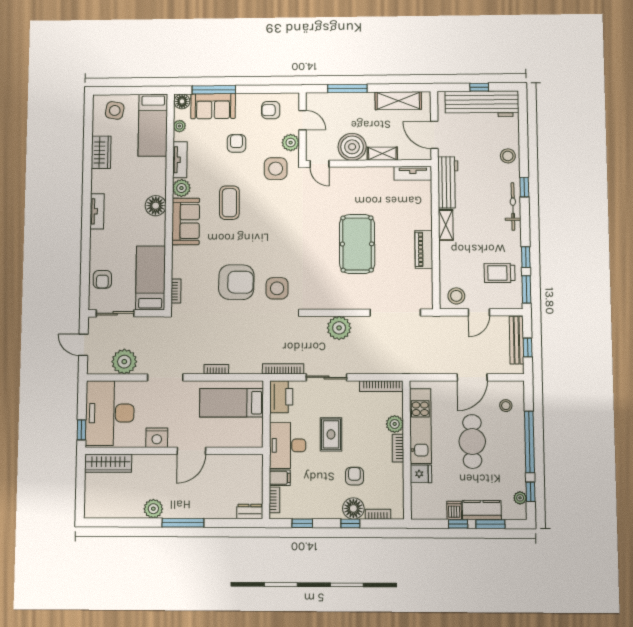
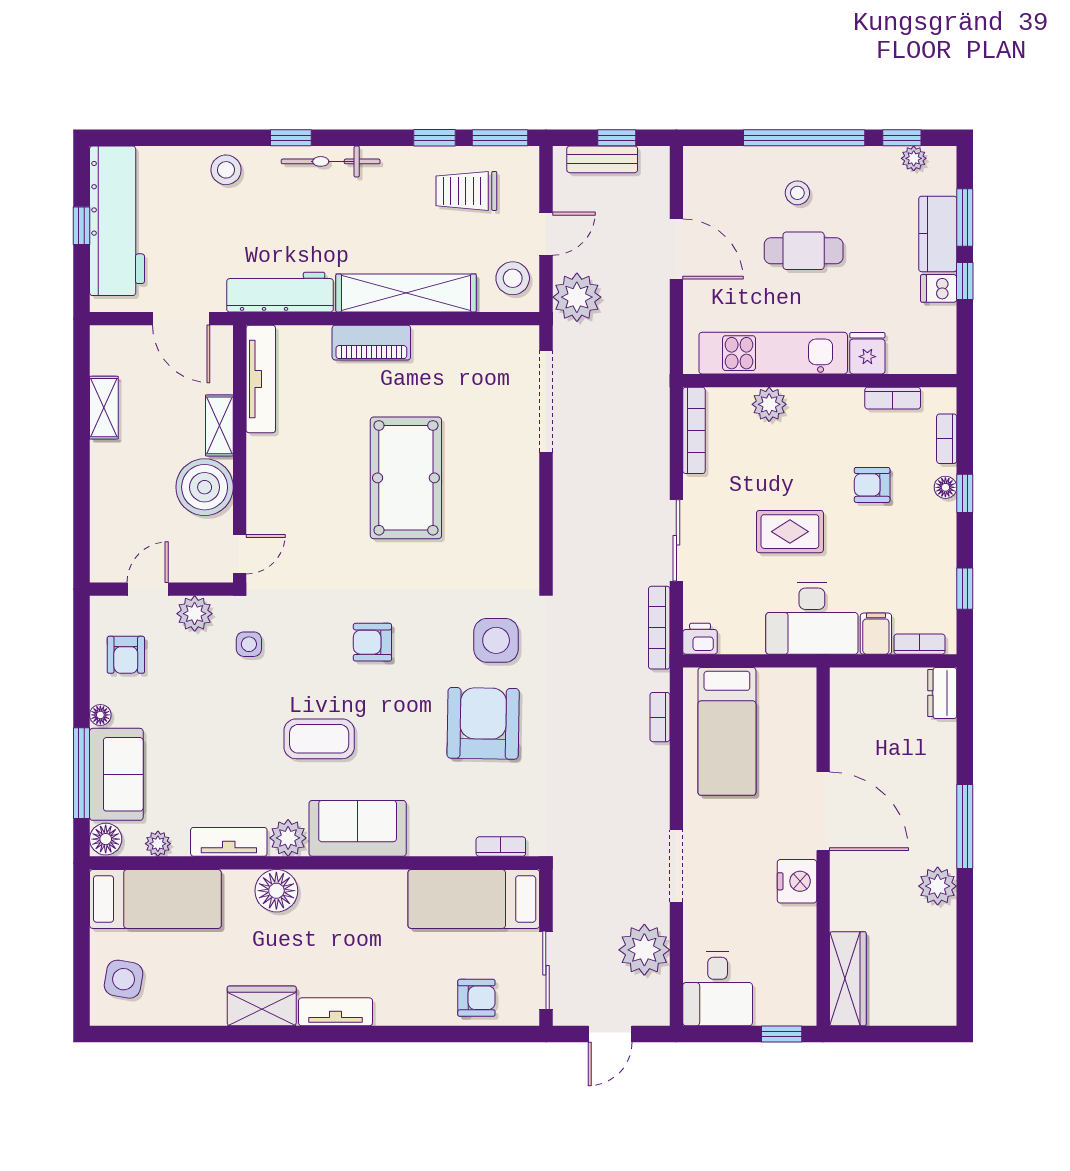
window: (347, 88) -> (82, 496), removed
floor lamp: (242, 98) -> (100, 715), added
shelving: (398, 101) -> (104, 408), width x0.67, depth x0.75
door: (434, 135) -> (181, 319), hinge flipped
armchair: (236, 143) -> (372, 642), moved
wardrobe: (101, 152) -> (262, 1006), moved
side table: (276, 169) -> (249, 644), width x0.54, depth x0.54
tv unit: (413, 173) -> (261, 379), width x1.41
floor lamp: (156, 206) -> (276, 891), moved
shelving: (446, 225) -> (406, 293), width x2.20, depth x1.33
pool table: (357, 244) -> (406, 478), turned 90
piano: (424, 249) -> (371, 343), moved
trolley: (500, 273) -> (466, 191), turned 90
door: (479, 312) -> (546, 234), hinge flipped
plant: (339, 328) -> (577, 297), moved
bench: (517, 340) -> (602, 159), width x0.73
bookcase: (216, 369) -> (660, 717), moved
printer: (281, 397) -> (700, 639), width x0.53, depth x0.68
stool: (506, 406) -> (797, 193), moved
desk: (110, 413) -> (718, 988), width x0.53, depth x0.77
cafe table: (472, 441) -> (804, 251), width x0.73, depth x0.74
bookcase: (398, 448) -> (893, 398), moved
door: (191, 451) -> (823, 811), width x1.36
floor lamp: (353, 508) -> (945, 487), width x0.53, depth x0.53

